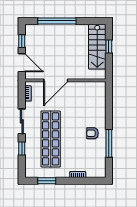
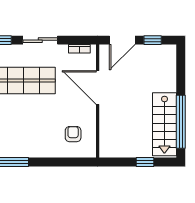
window: (57, 21) -> (181, 122), moved
stairs: (97, 47) -> (164, 124), moved, turned -90
armchair: (93, 133) -> (73, 134), moved

